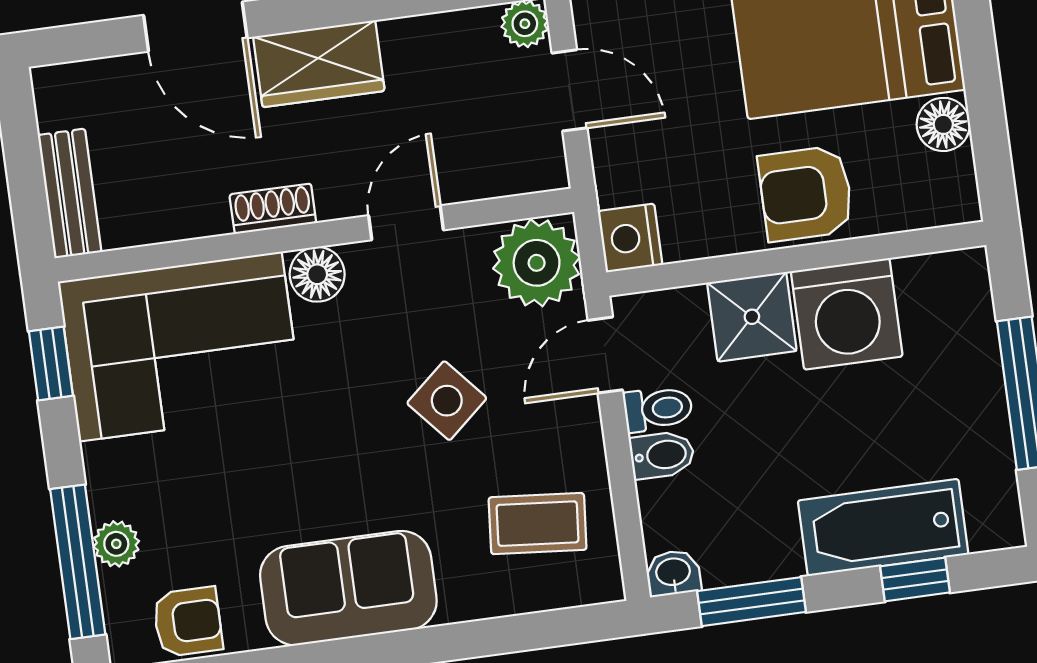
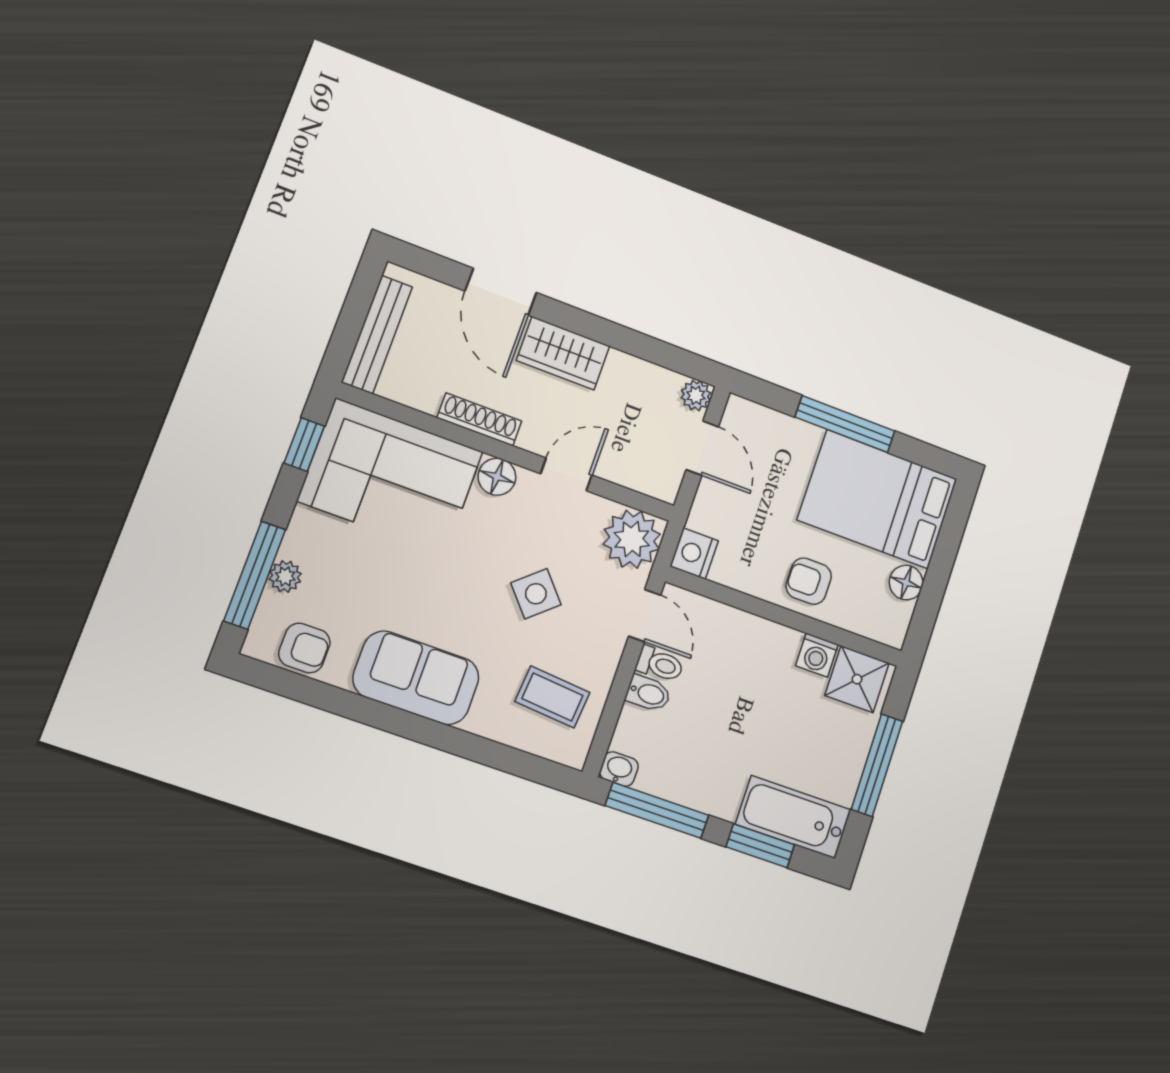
armchair: (806, 193) -> (809, 581), width x0.72, depth x0.72
bench: (70, 194) -> (377, 334), width x1.36
shoe rack: (273, 209) -> (479, 419), width x1.43
washing machine: (847, 314) -> (817, 655), width x0.53, depth x0.53
shower: (752, 317) -> (857, 679), moved
door: (605, 355) -> (645, 616), swing flipped
bathtub: (883, 527) -> (793, 817), moved
window: (915, 579) -> (760, 846), width x1.50
window: (752, 602) -> (657, 810), width x1.44

